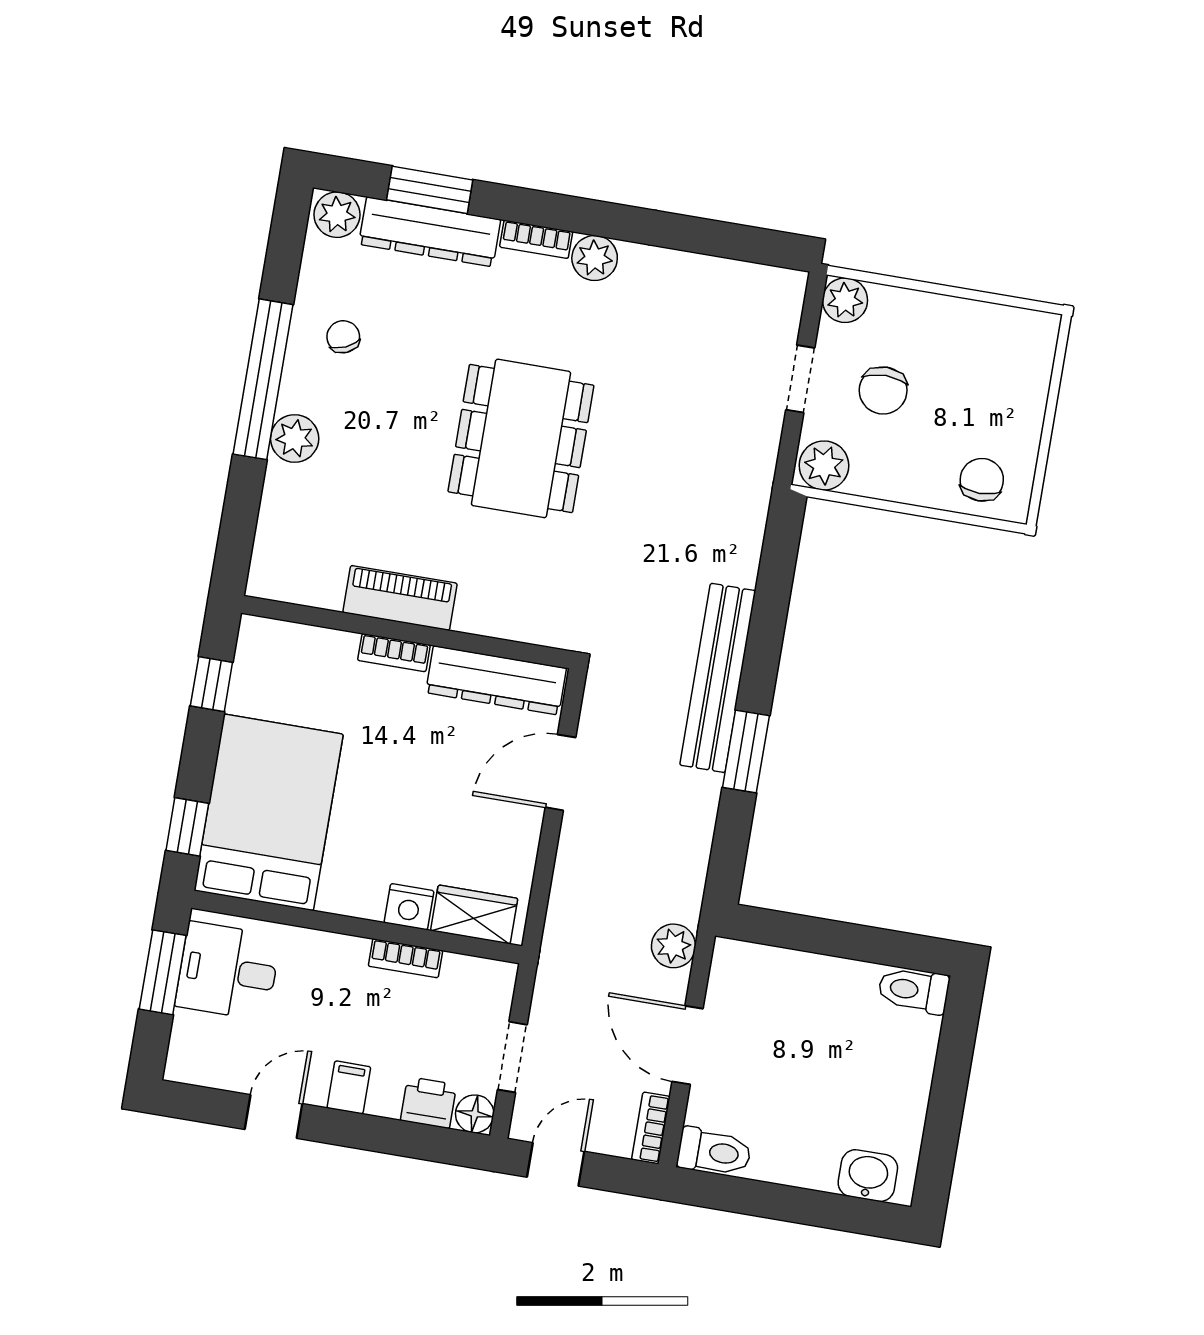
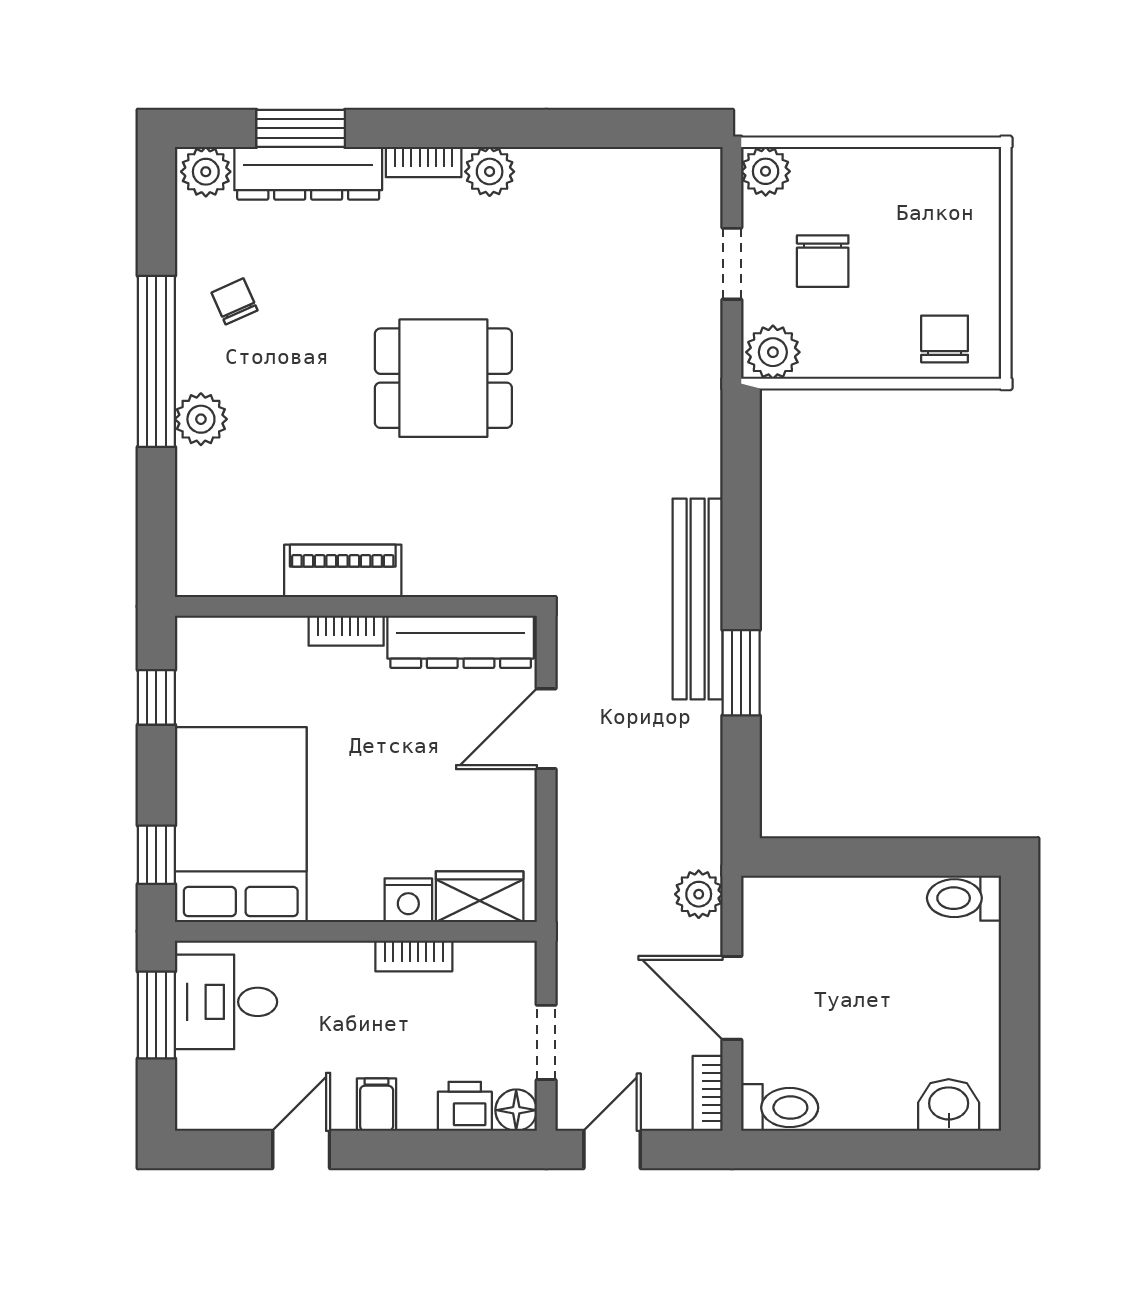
dining table: (521, 438) -> (443, 378), width x0.73

